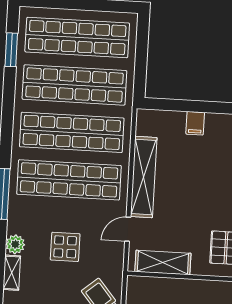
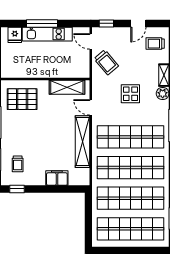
filing cabinet: (195, 123) -> (57, 178), width x2.00
door: (128, 229) -> (91, 107), swing flipped

